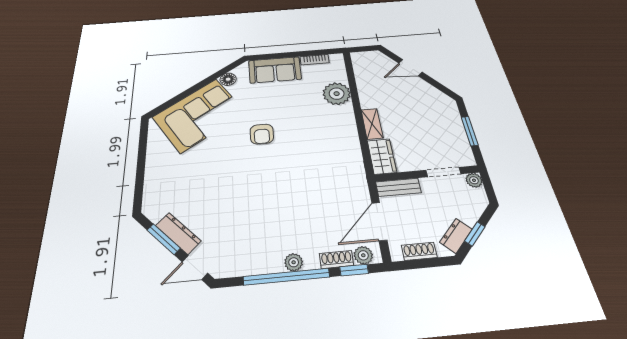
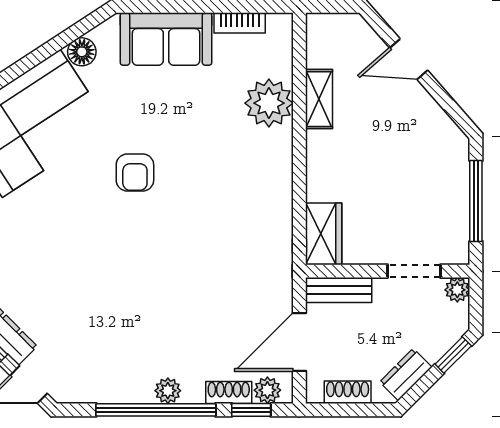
shelving: (372, 124) -> (319, 99), moved
window: (470, 131) -> (476, 201), width x1.44
window: (475, 234) -> (453, 355), moved

